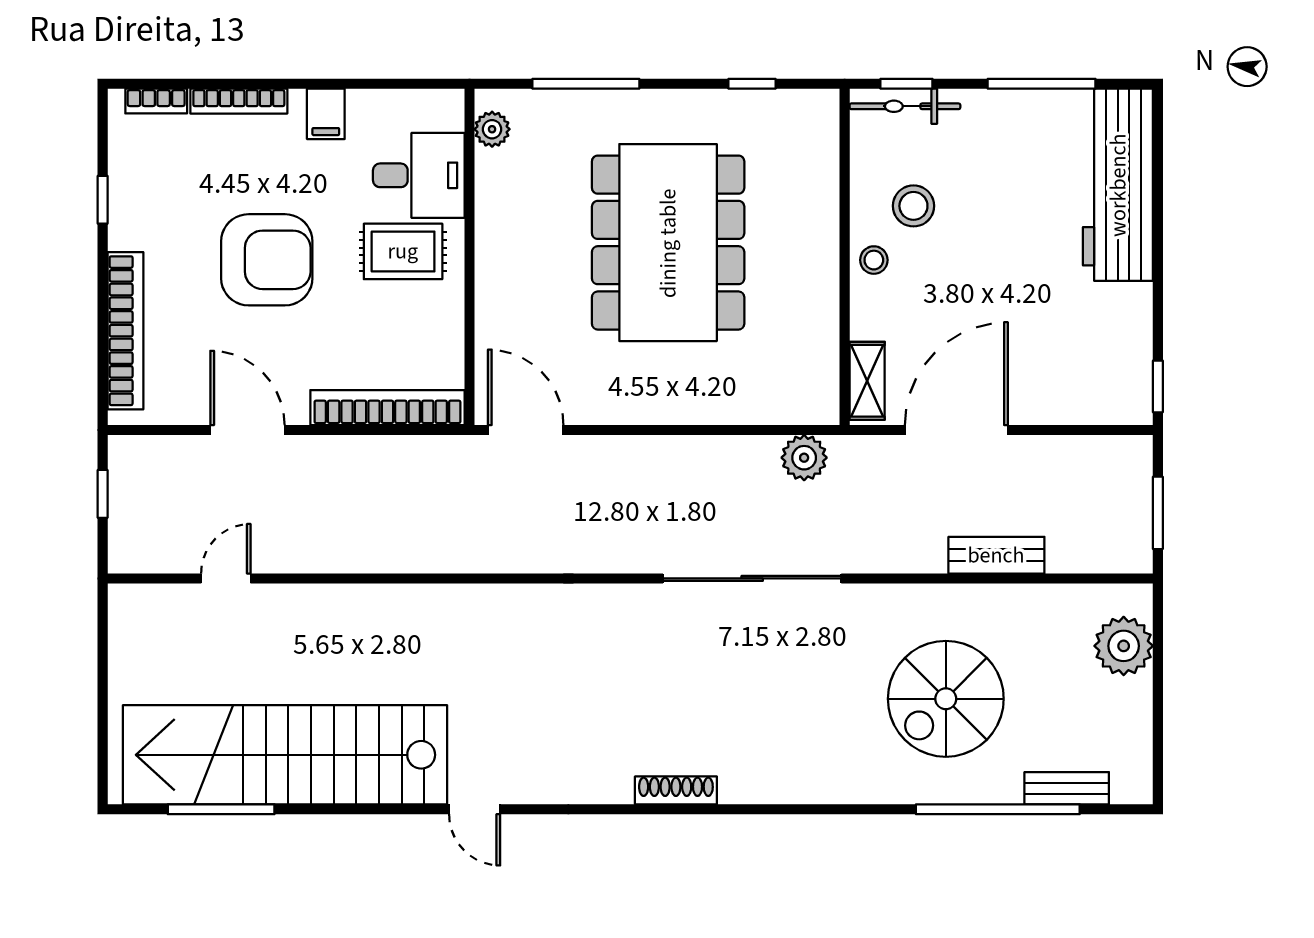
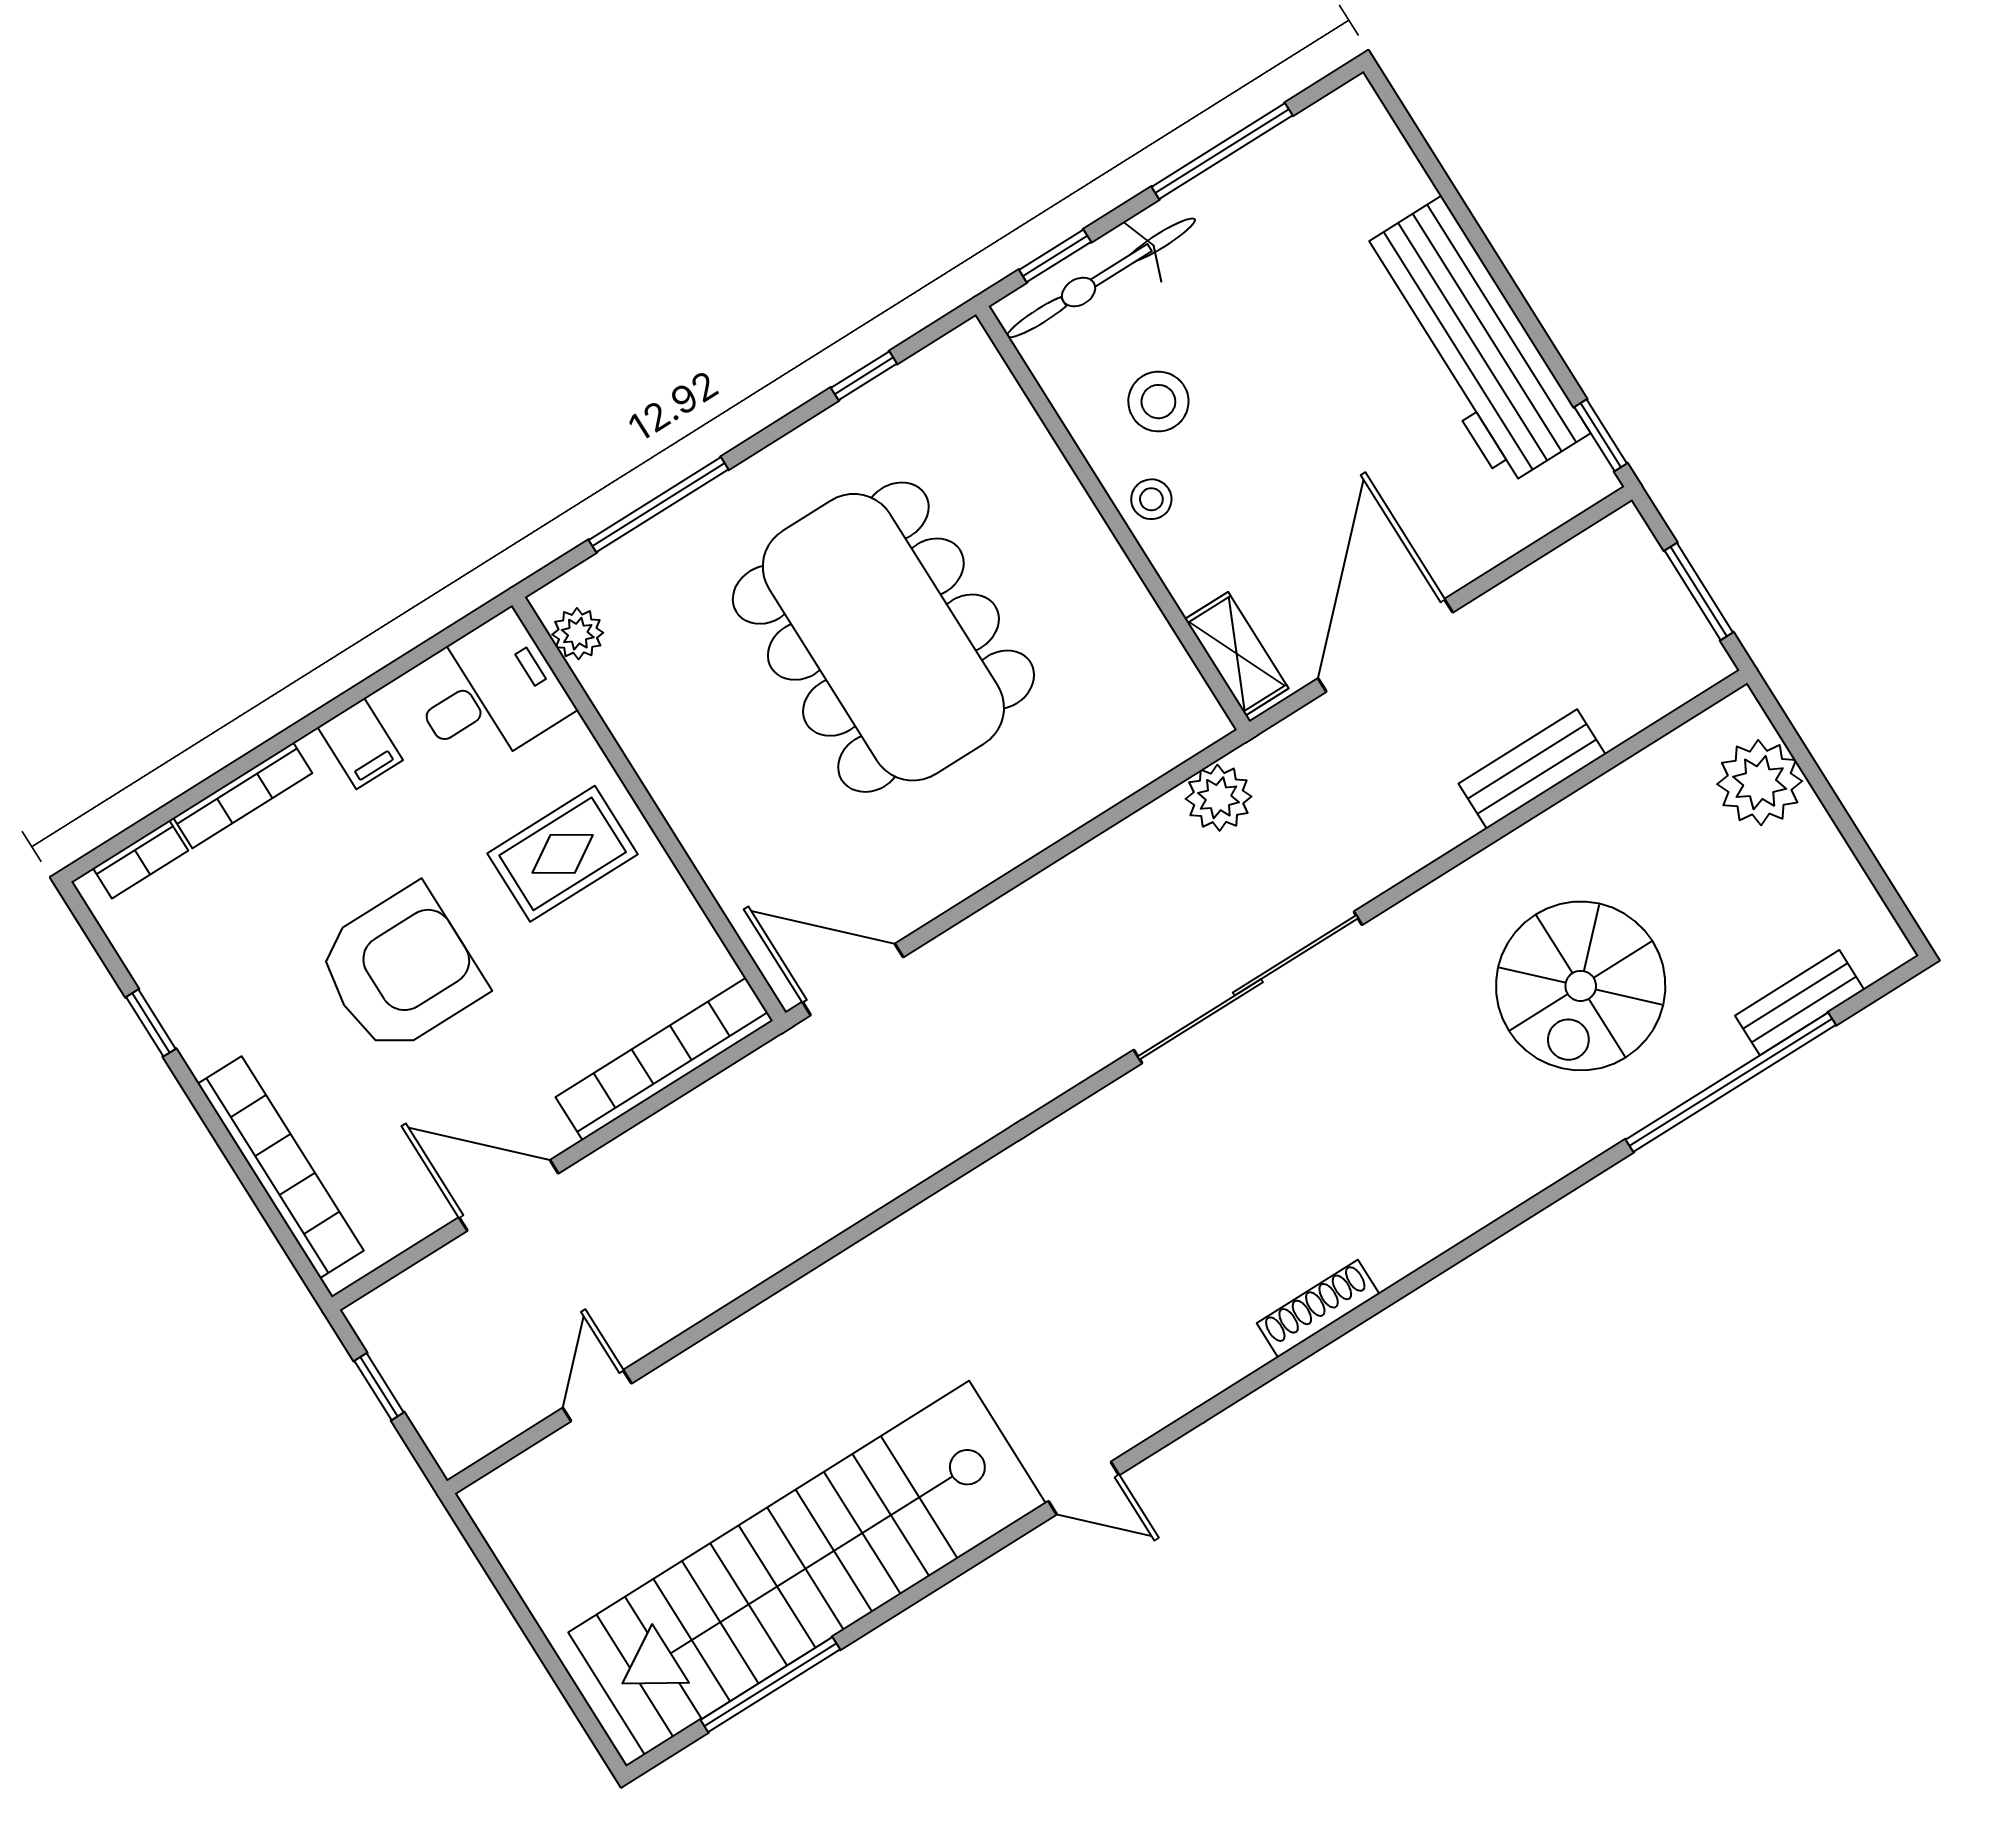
bicycle: (905, 106) -> (1101, 278), width x1.37, depth x1.40
desk: (419, 175) -> (489, 693), moved
workbench: (1118, 185) -> (1473, 341), moved

